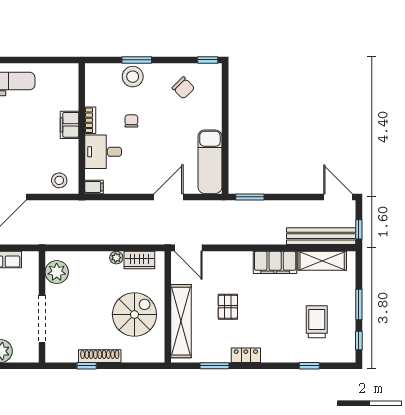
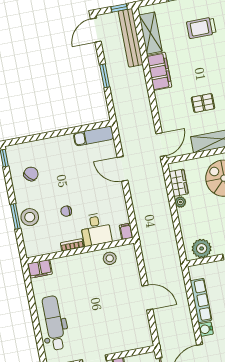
filing cabinet: (69, 125) -> (40, 269), moved
exam couch: (210, 162) -> (94, 136), width x0.73, depth x0.69
stool: (59, 180) -> (110, 258), moved
window: (250, 197) -> (105, 76), moved

